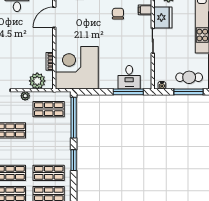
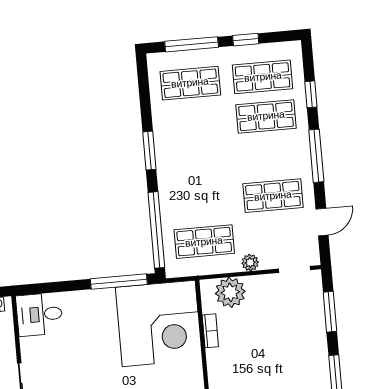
desk: (129, 77) -> (39, 314), moved, turned -90
window: (128, 92) -> (119, 282), moved
shop shelf: (49, 173) -> (194, 123), removed

